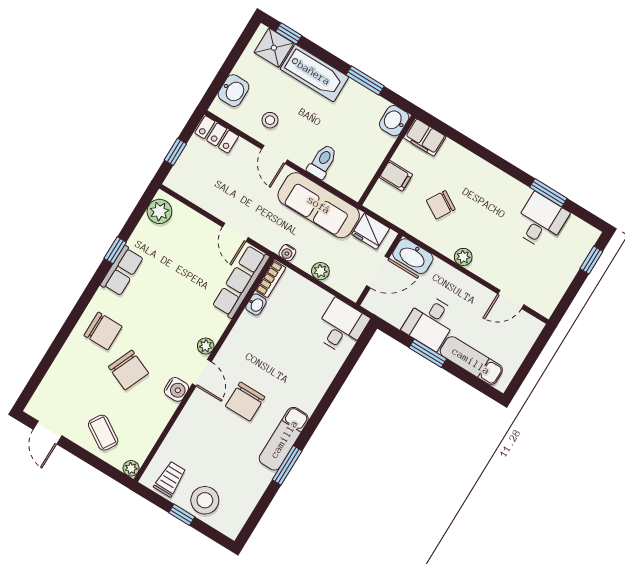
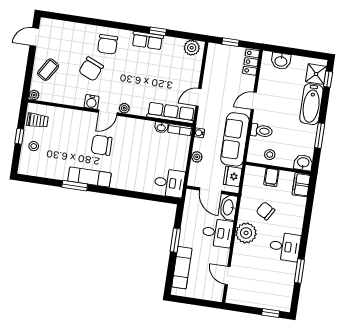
stool: (270, 120) -> (270, 155), moved
desk: (541, 221) -> (285, 247), moved
plant: (463, 257) -> (246, 233), width x1.88, depth x1.88
desk: (430, 322) -> (218, 233), moved, turned 180
stool: (205, 500) -> (34, 146), width x0.53, depth x0.53

